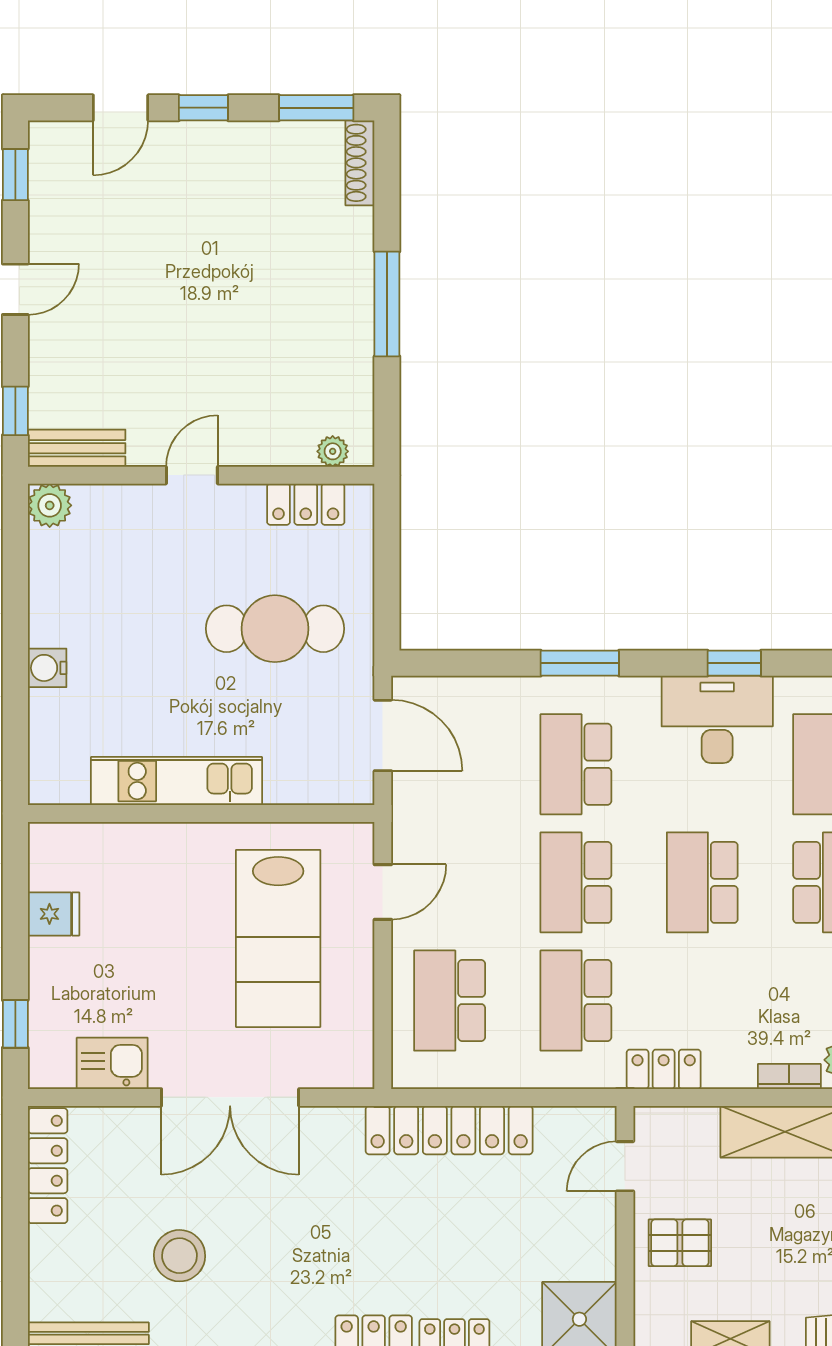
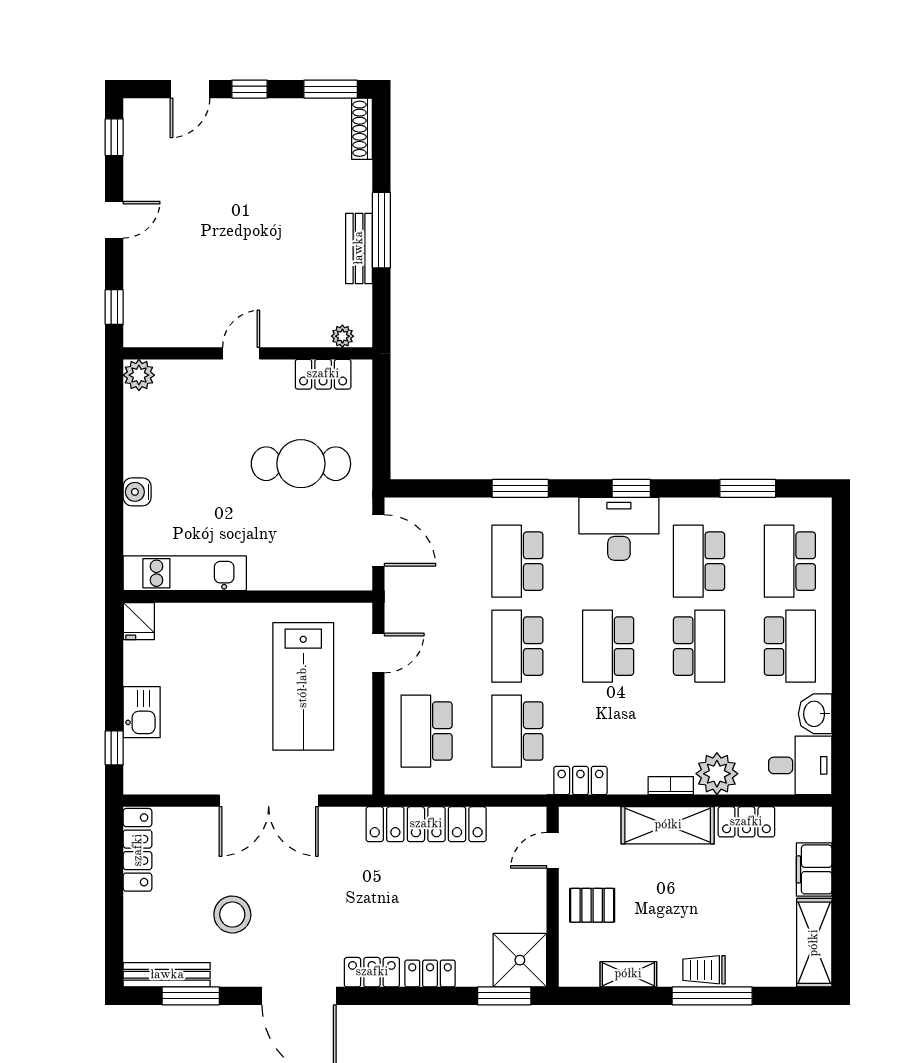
bench: (77, 448) -> (359, 248), moved, turned 90
kitchen unit: (177, 781) -> (185, 573), moved
fridge: (54, 914) -> (139, 621), moved, turned 90
kitchen sink: (112, 1063) -> (142, 712), moved, turned 90

